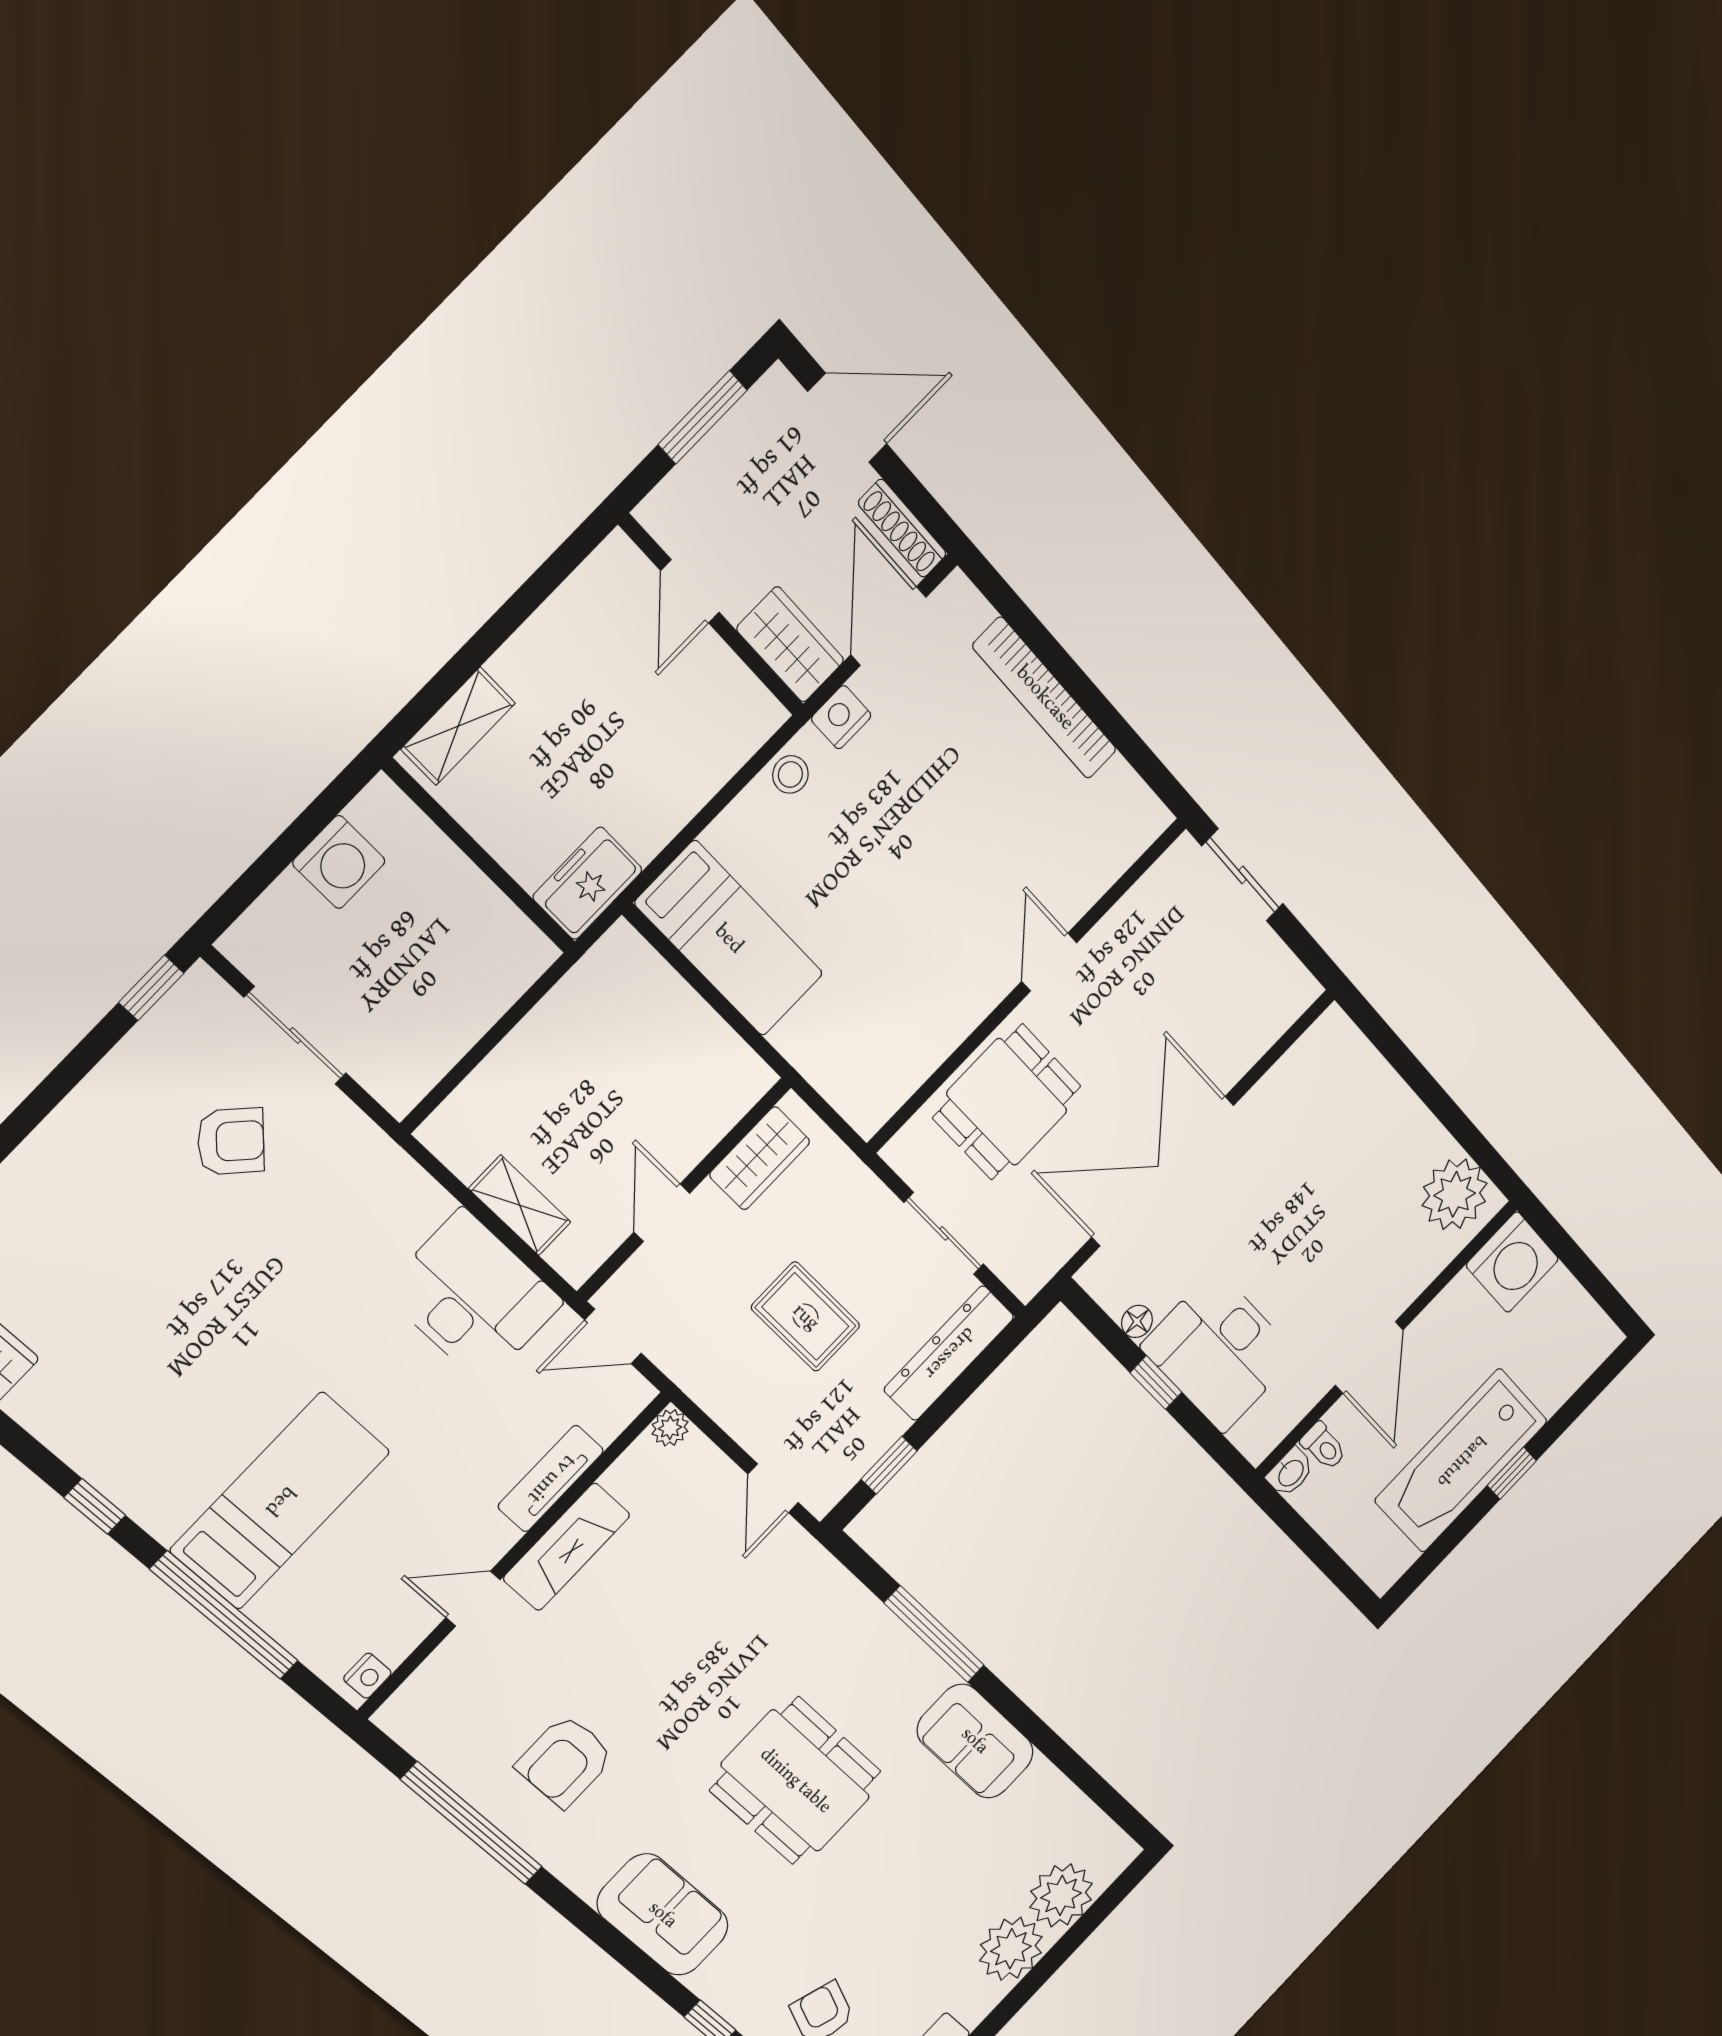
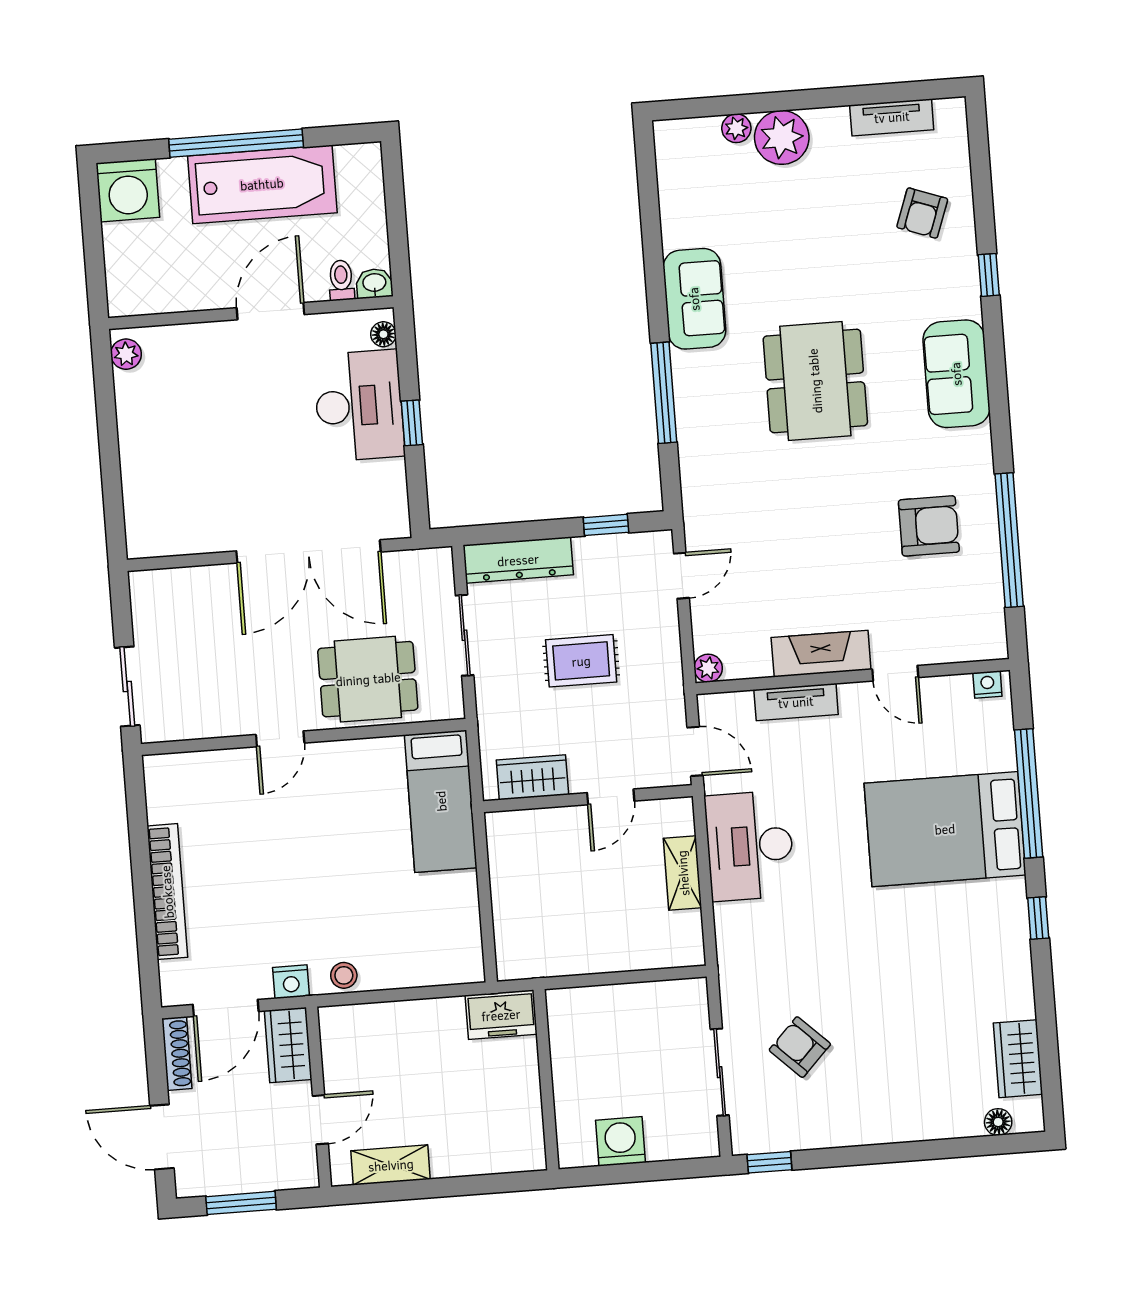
shelving: (458, 726) -> (391, 1165), moved
bed: (729, 939) -> (441, 801), moved, turned 180
plant: (1455, 1194) -> (126, 354), width x0.53, depth x0.53
washing machine: (1512, 1262) -> (128, 190), moved, turned 180
rug: (806, 1317) -> (581, 661), turned 90
floor lamp: (1137, 1321) -> (383, 334), moved
window: (1512, 1473) -> (236, 143), width x3.17
bed: (280, 1501) -> (945, 829), width x1.50
plant: (1061, 1895) -> (736, 128), width x0.53, depth x0.53

